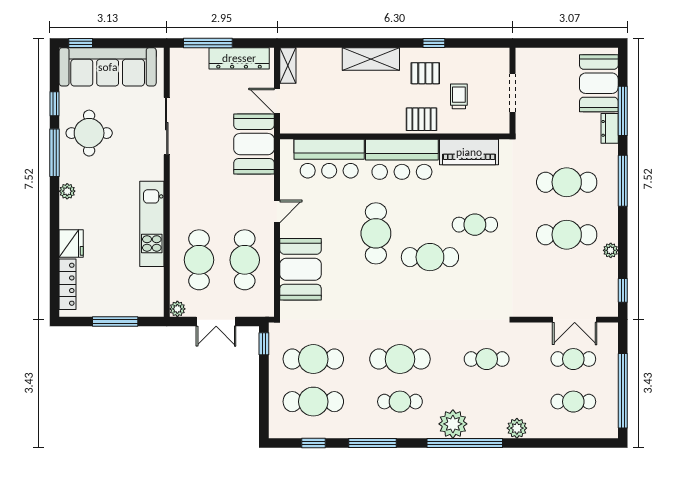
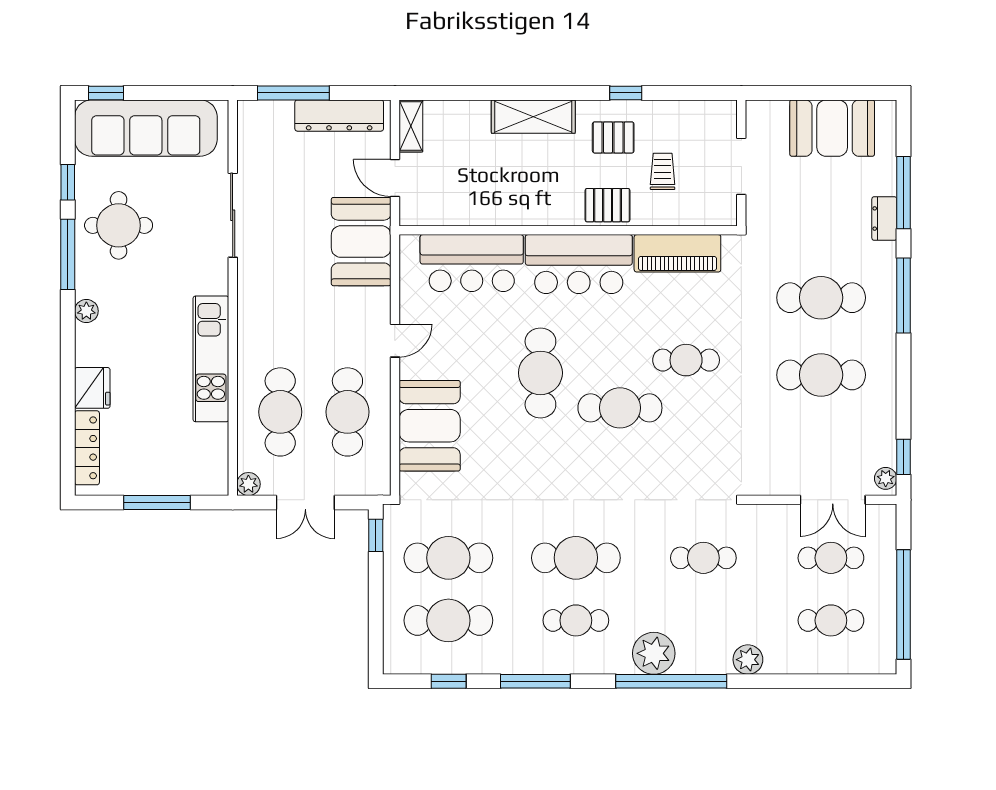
booth: (599, 83) -> (832, 128), moved, turned 90
plant: (611, 250) -> (886, 478), moved

